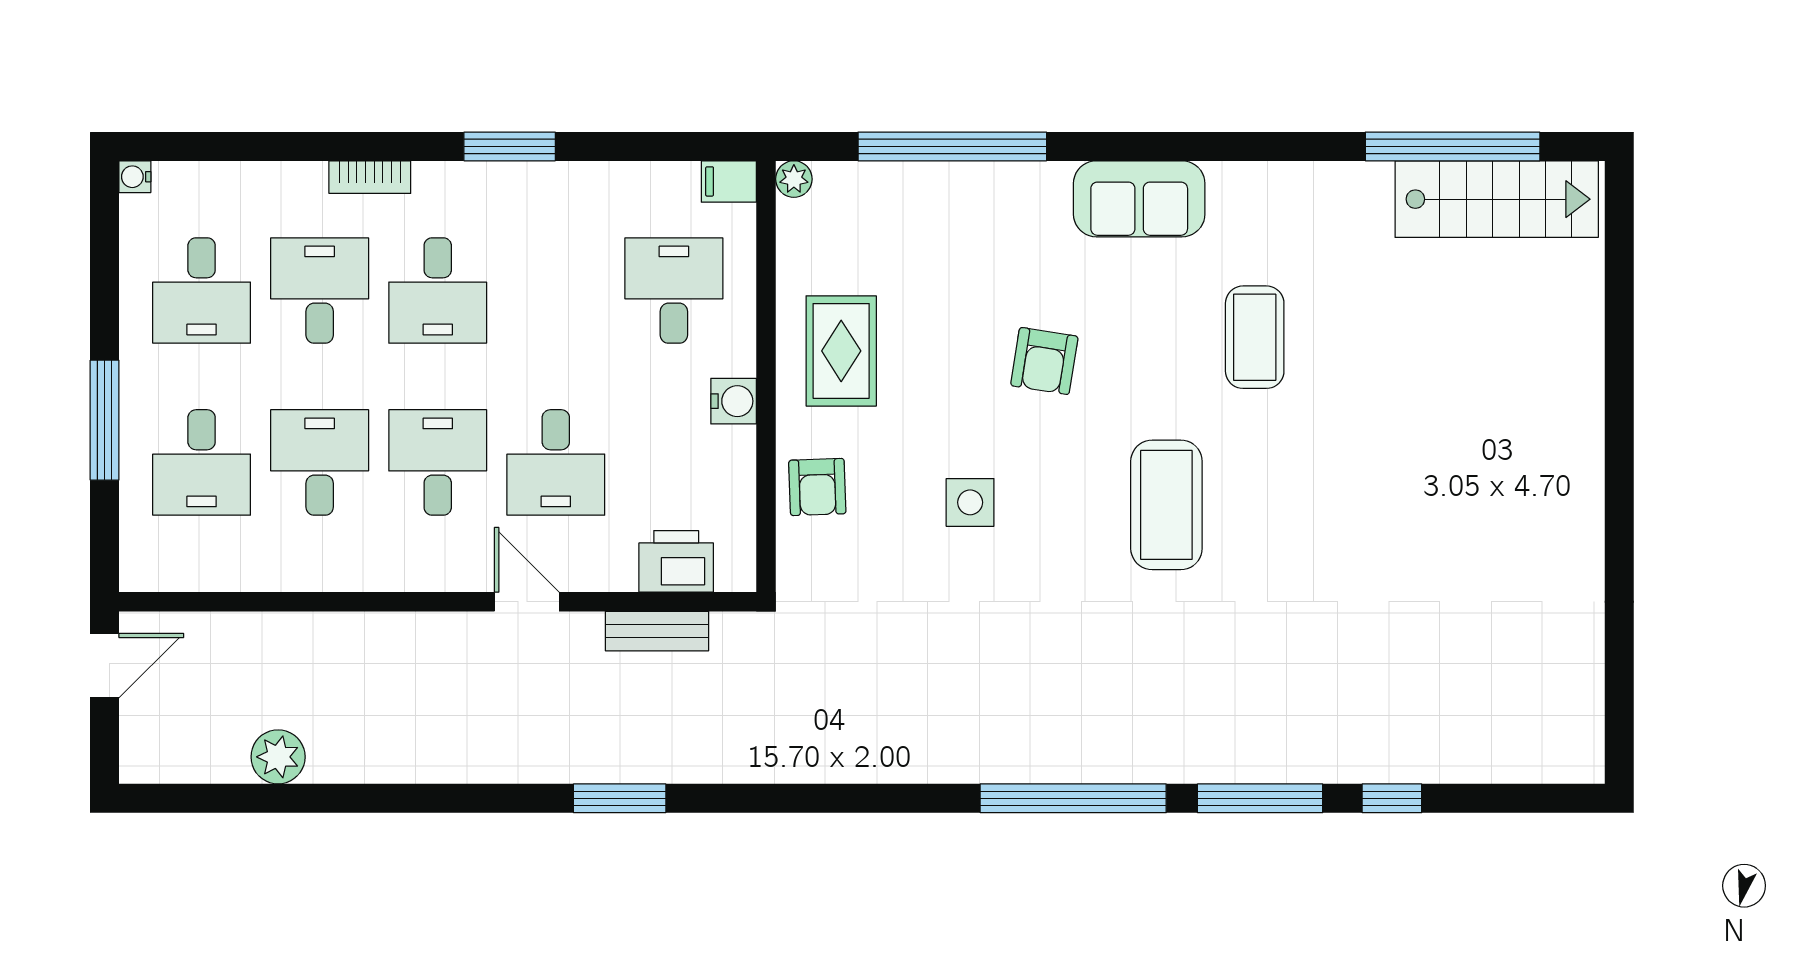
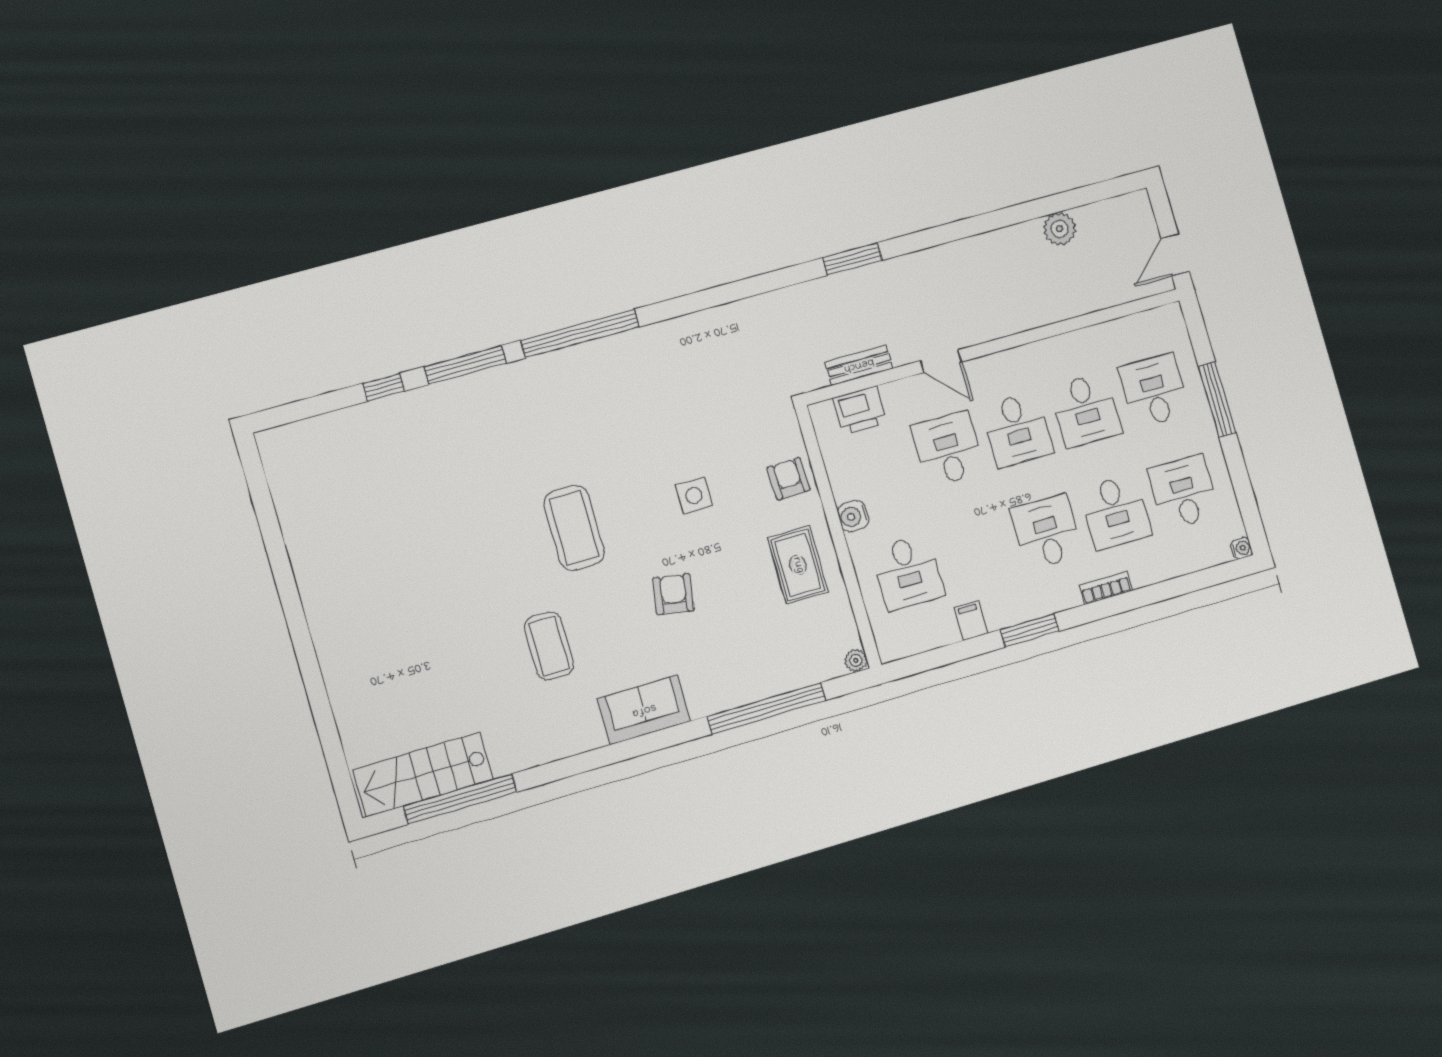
filing cabinet: (729, 181) -> (971, 620), moved, turned -90

